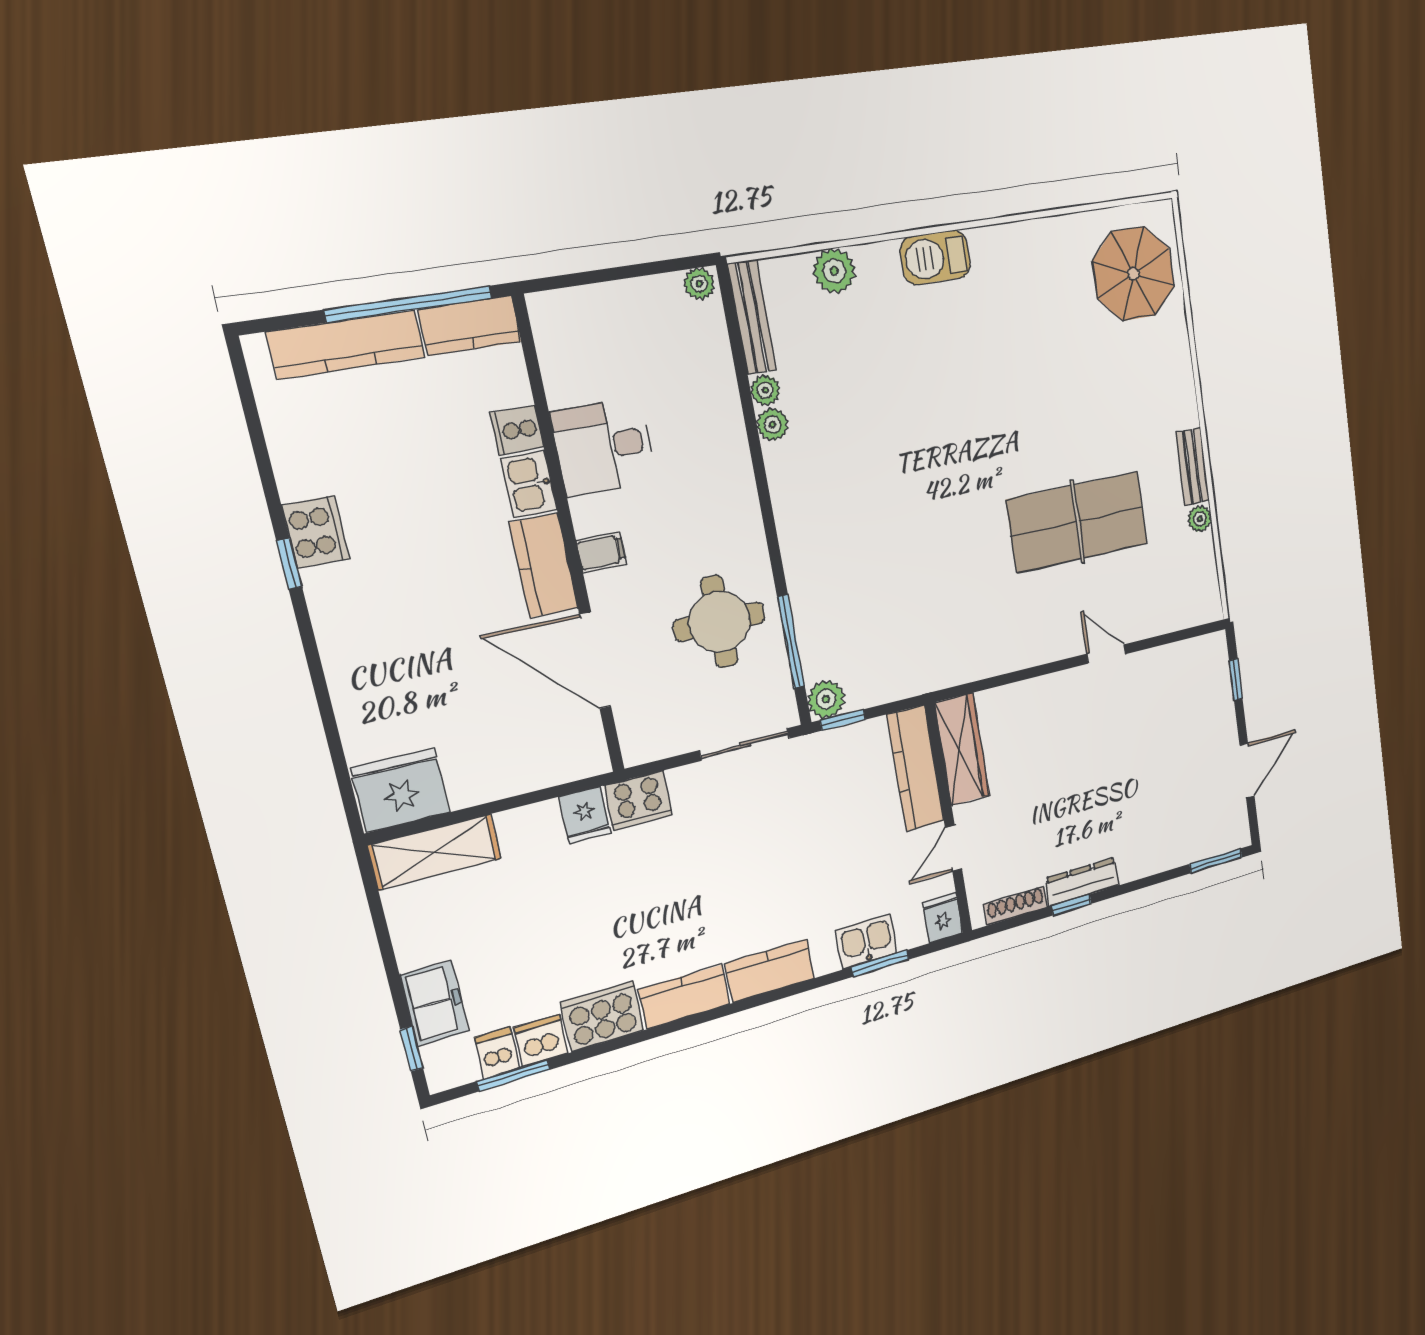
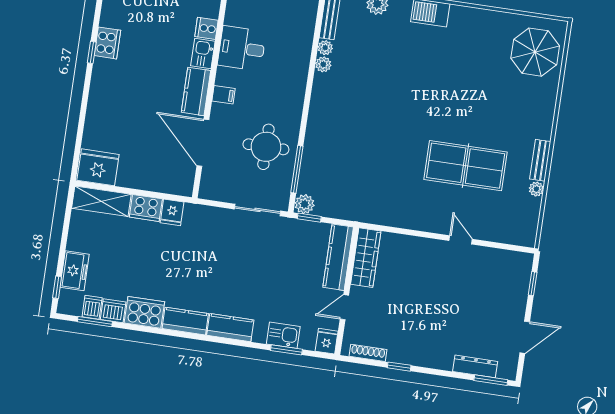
cooker: (638, 800) -> (146, 208), moved
dresser: (1082, 882) -> (475, 366), moved

